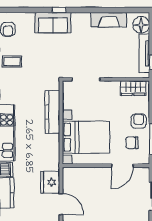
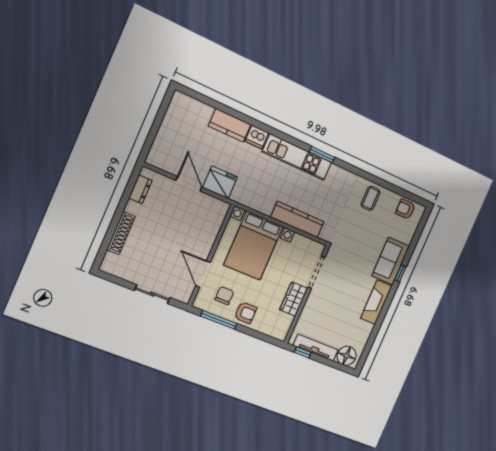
fireplace: (109, 20) -> (376, 302), moved
wardrobe: (133, 88) -> (294, 299), moved
door: (61, 204) -> (189, 184), swing flipped

